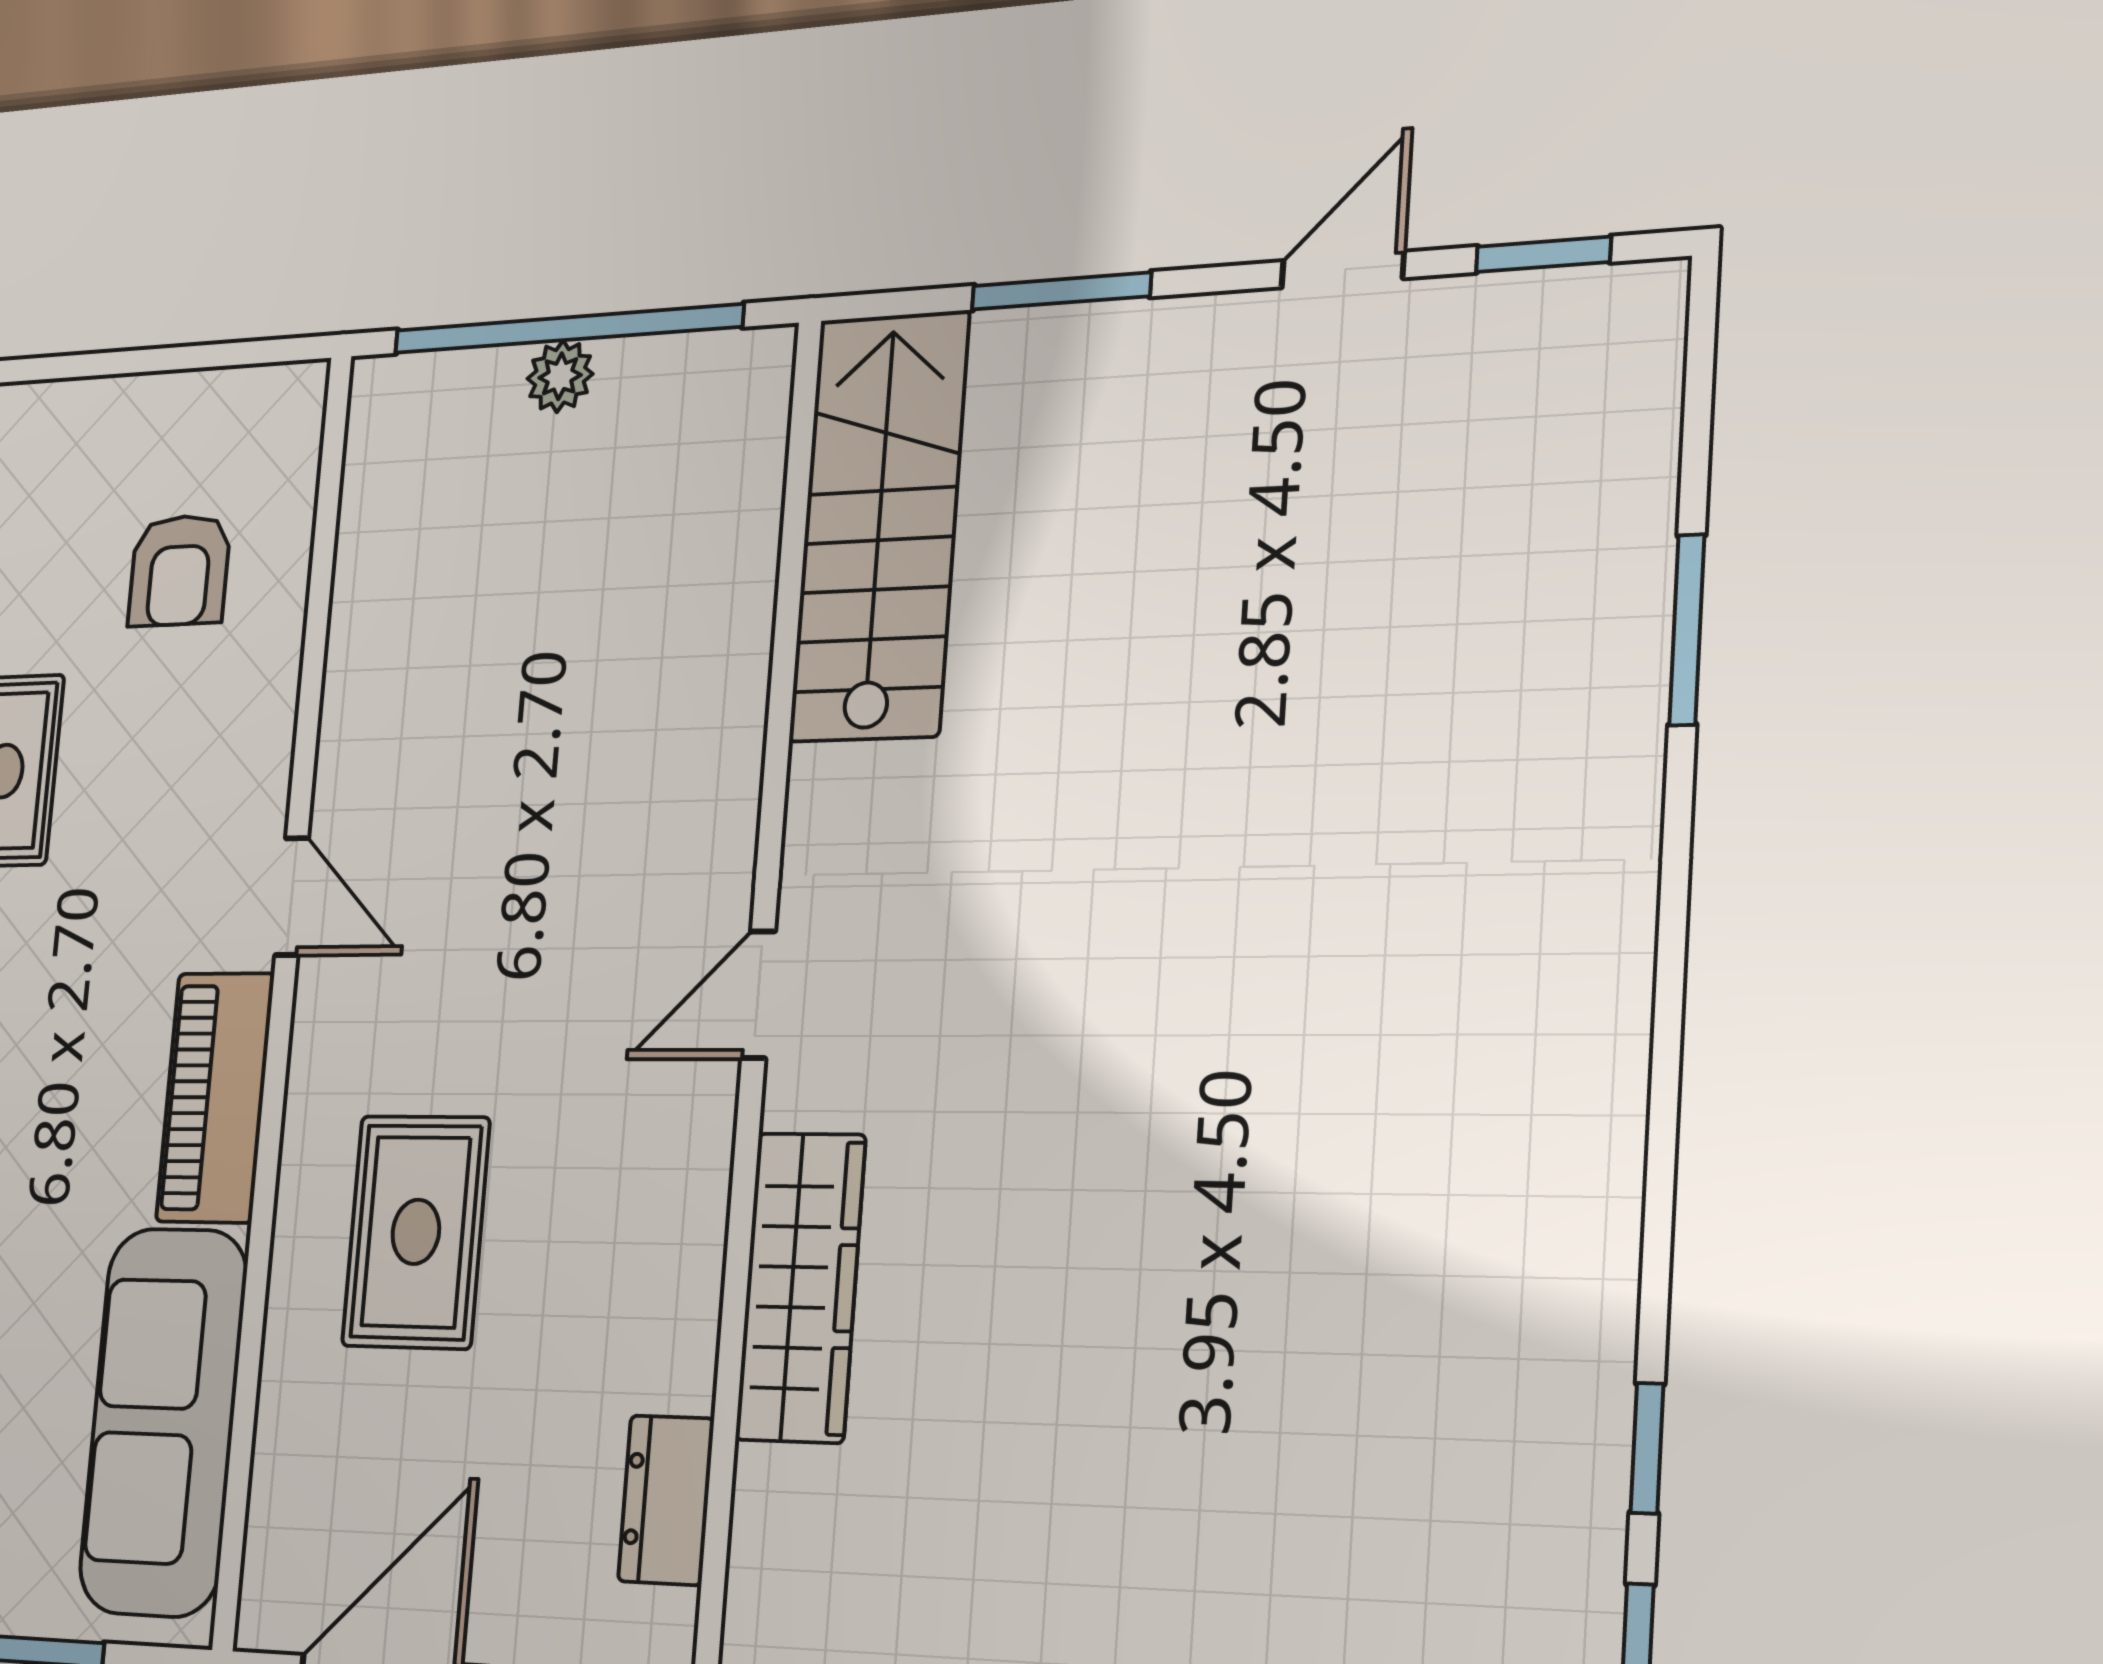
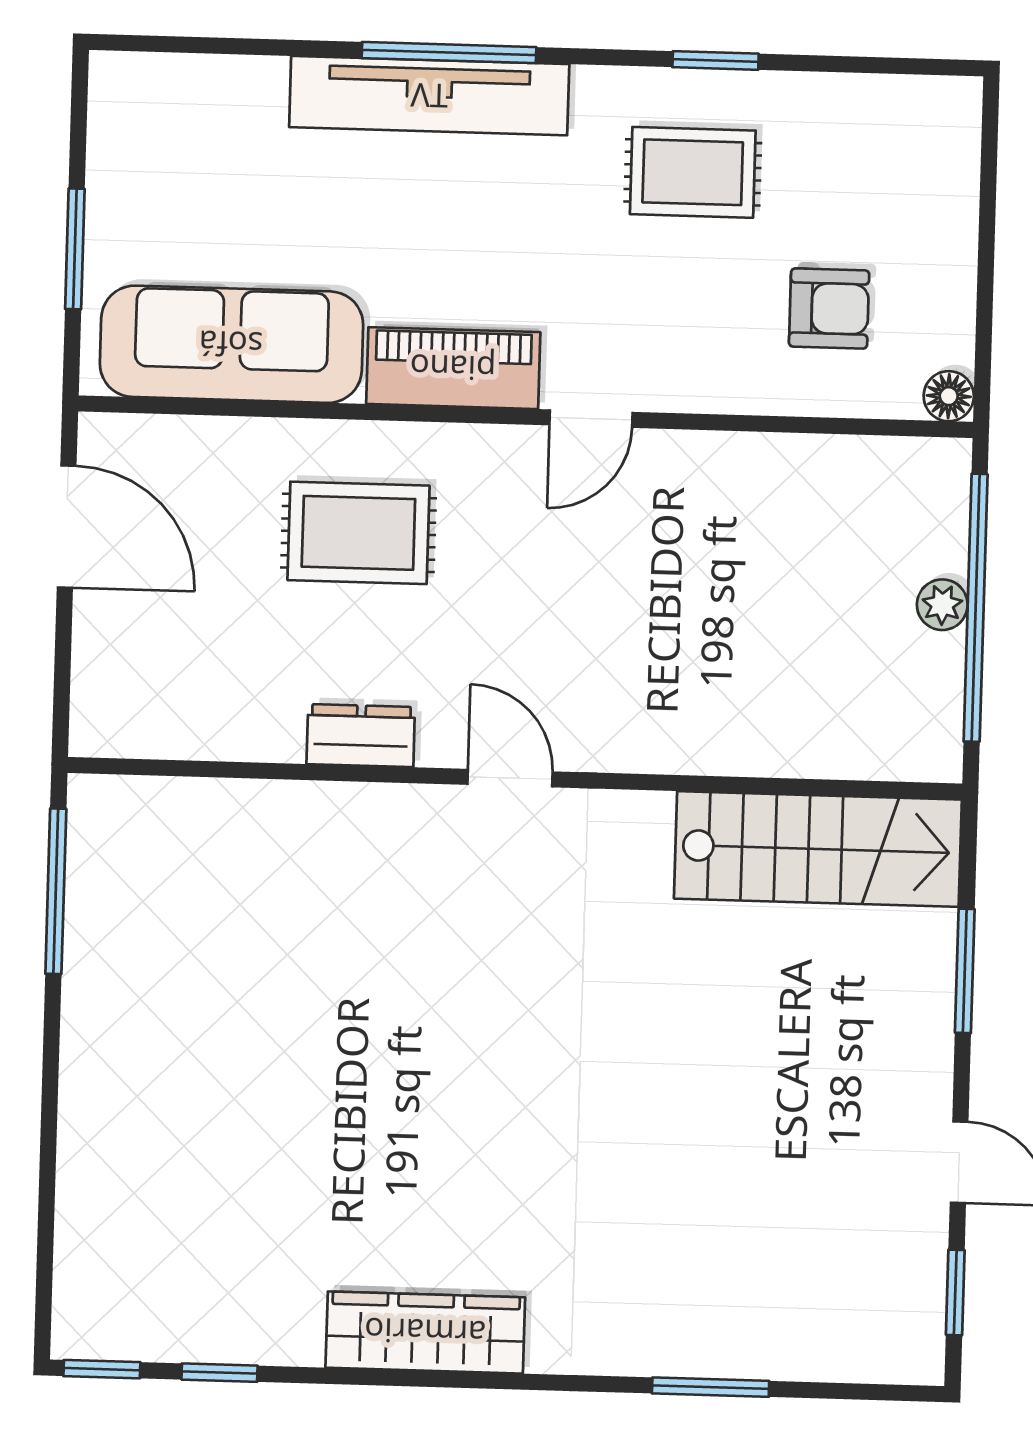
floor lamp: (297, 395) -> (949, 396), added
armchair: (179, 570) -> (829, 309), turned 180
wardrobe: (800, 1287) -> (425, 1332), moved, turned 180
dresser: (666, 1500) -> (361, 736), moved

